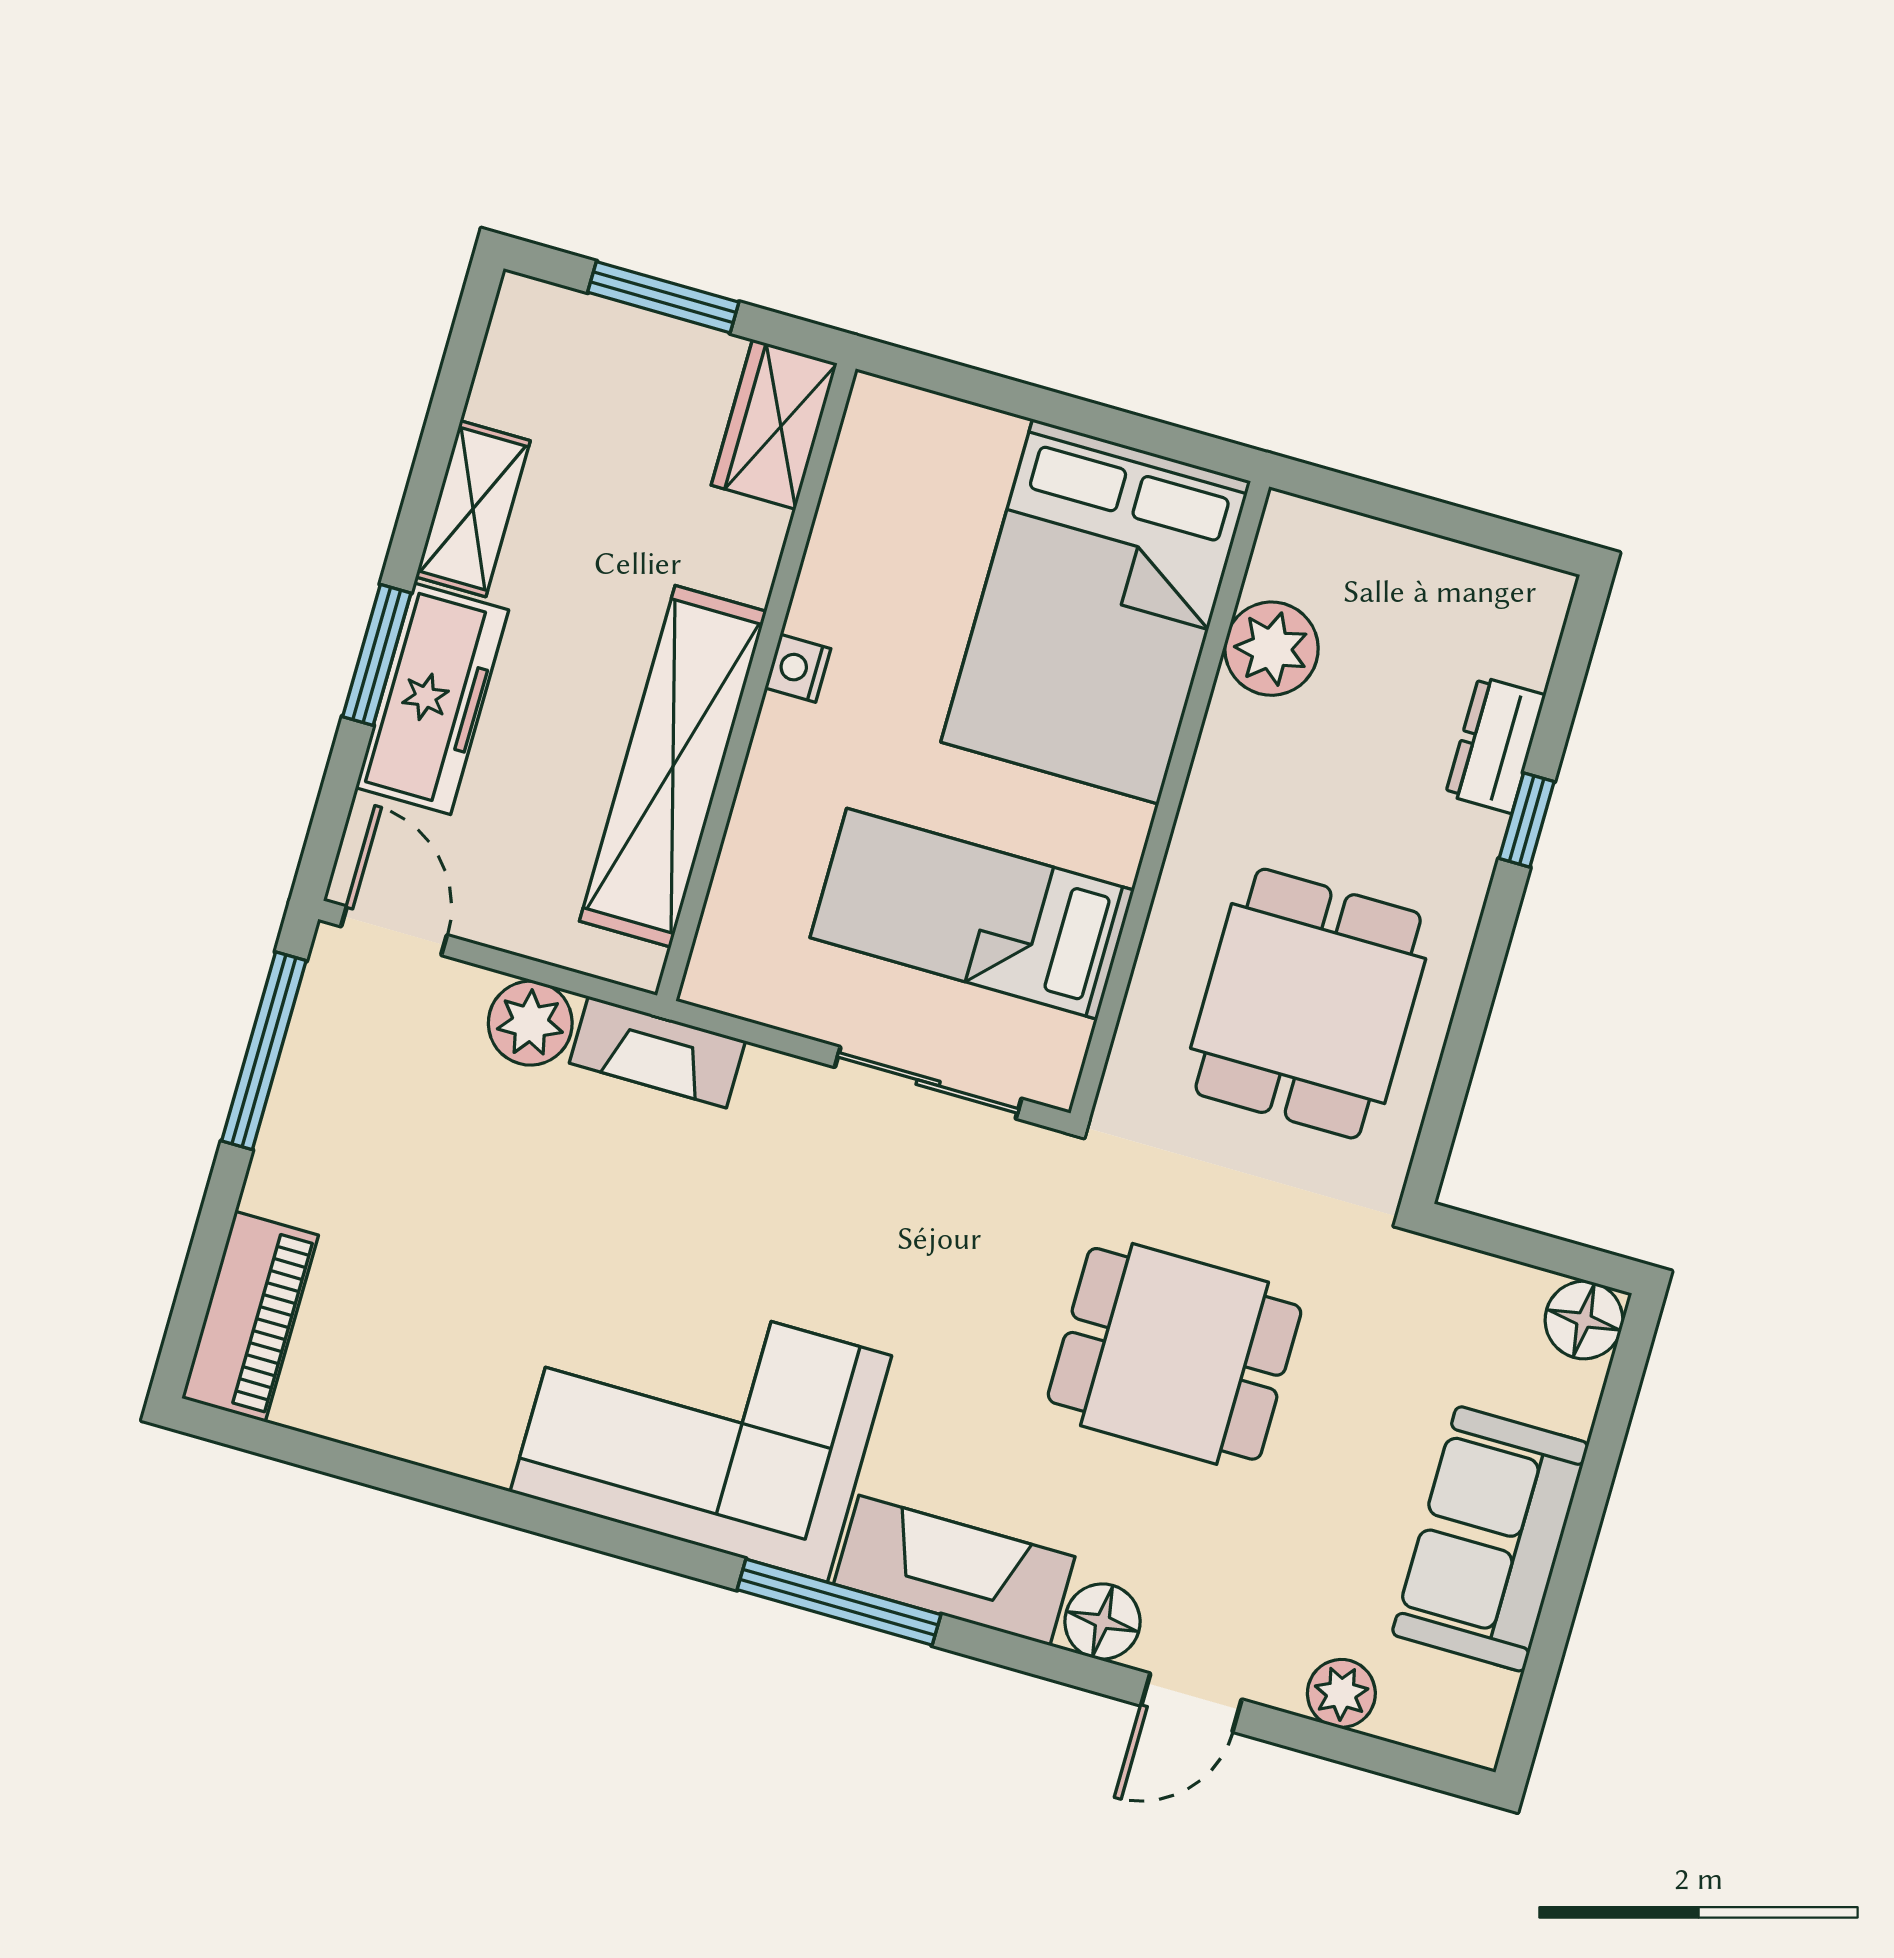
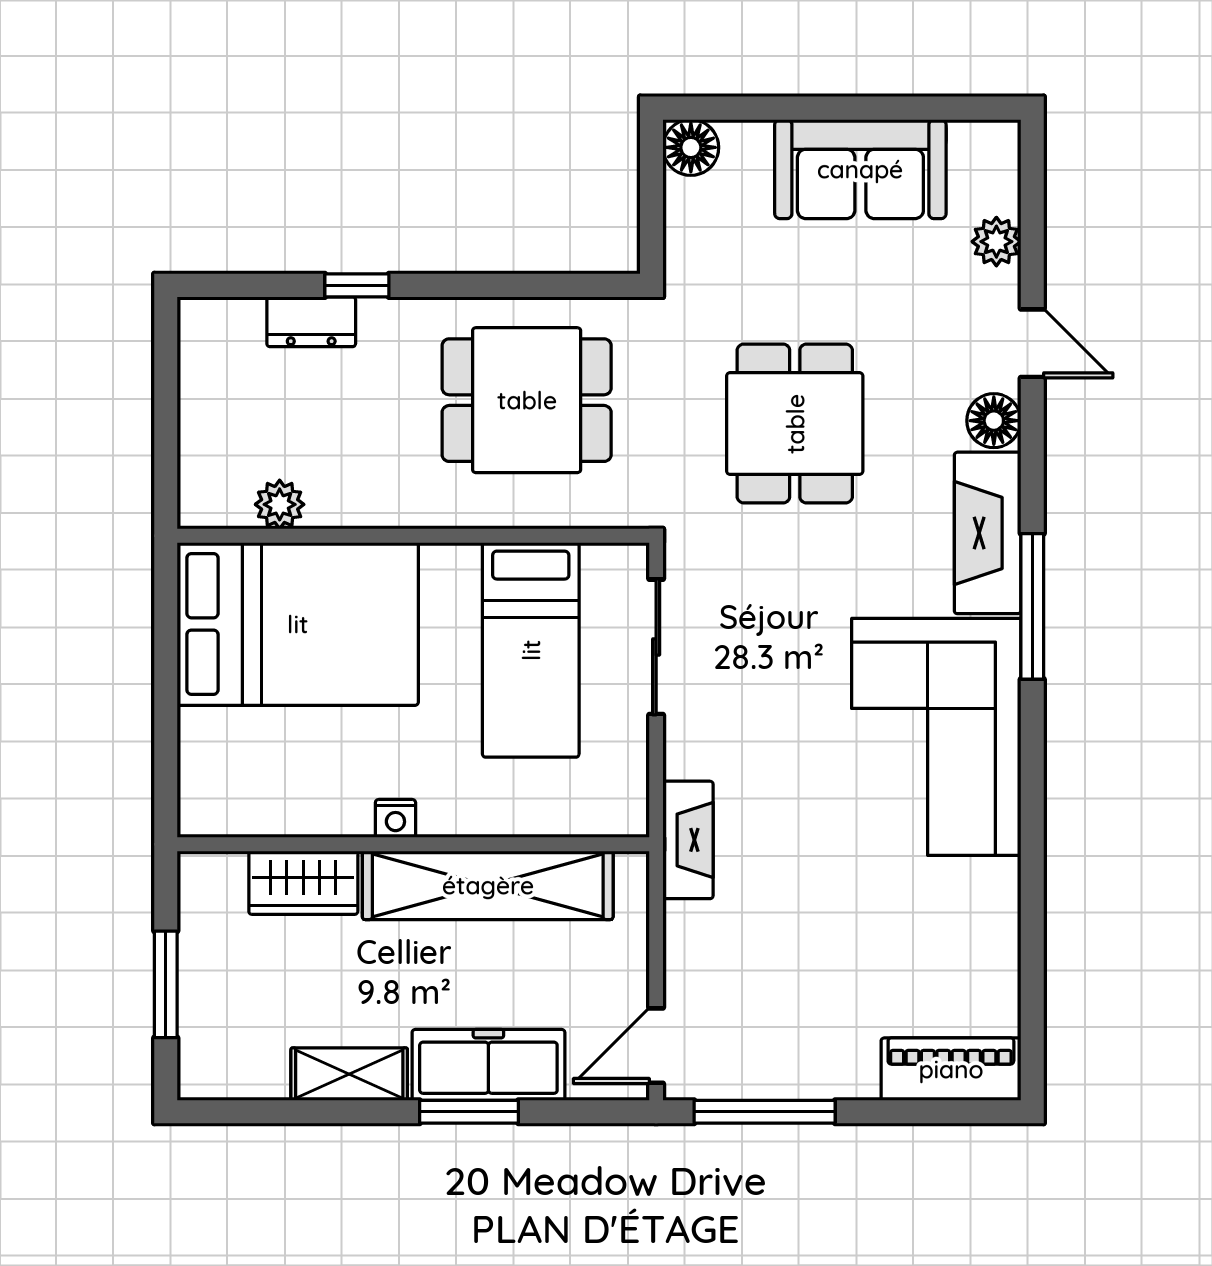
wardrobe: (774, 424) -> (303, 883), moved
plant: (1271, 649) -> (280, 504), width x0.73, depth x0.73
plant: (530, 1023) -> (693, 933), removed

